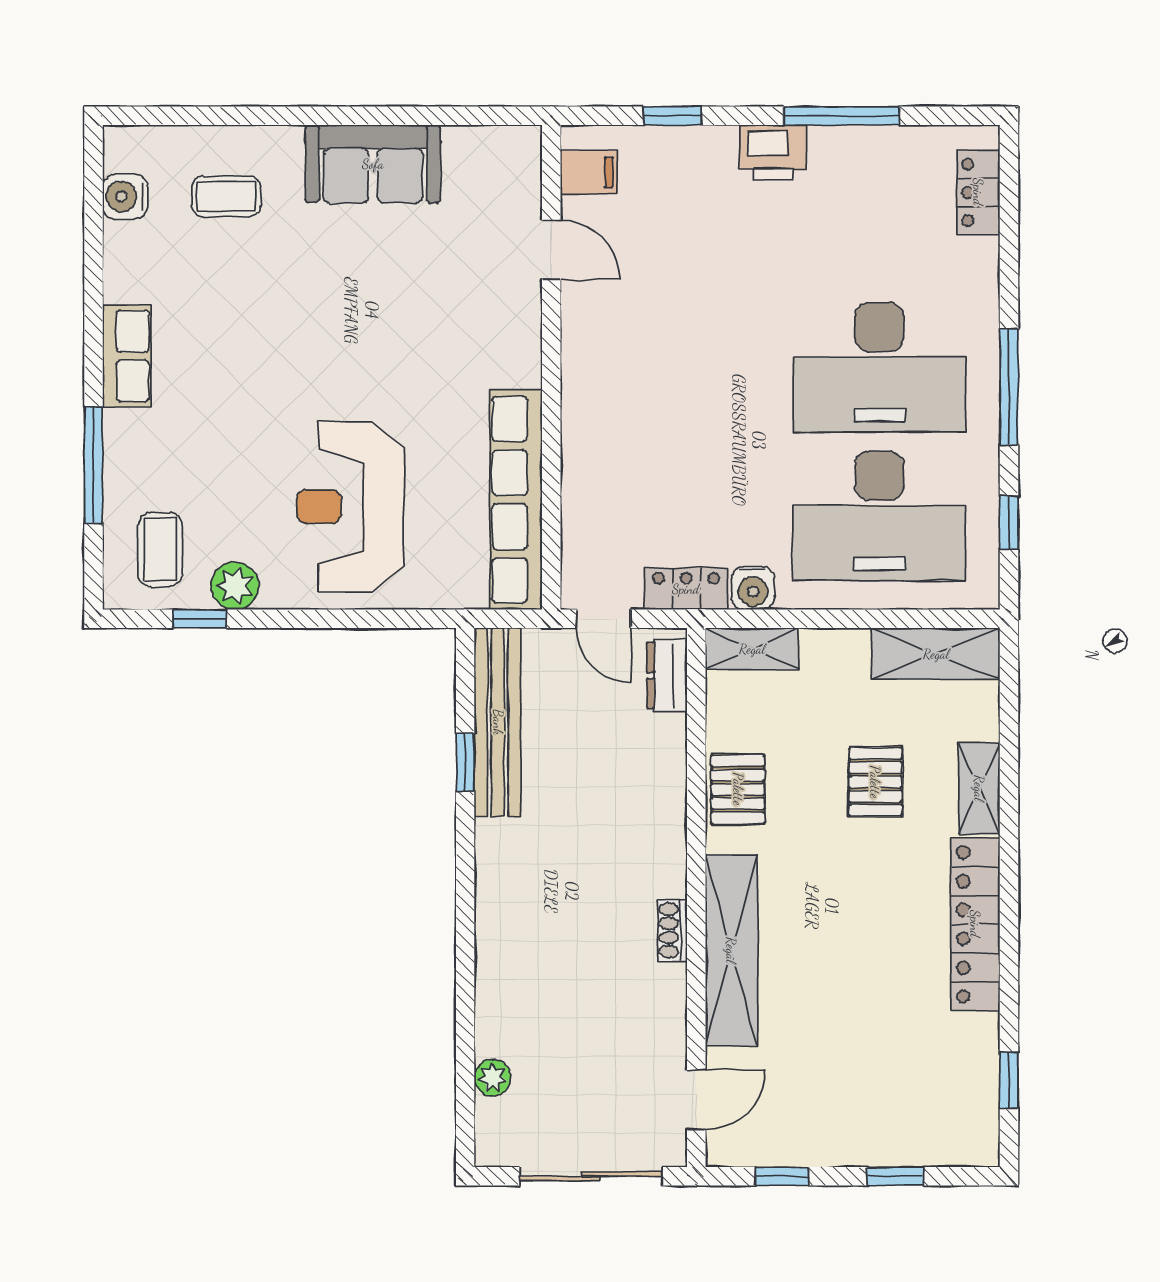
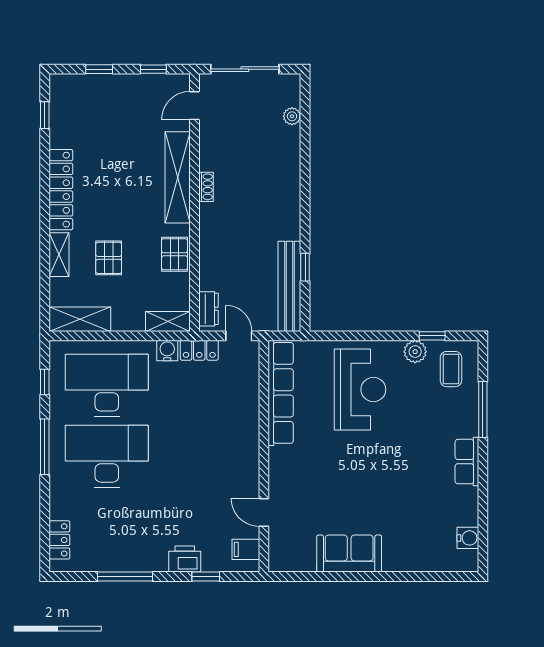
printer: (773, 152) -> (185, 559), moved
coffee table: (226, 196) -> (419, 538), removed

